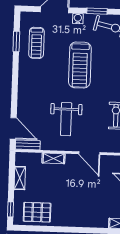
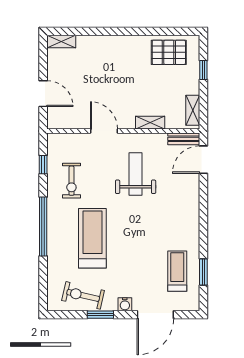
treadmill: (80, 65) -> (92, 238), moved
door: (13, 128) -> (203, 160), hinge flipped
shelving: (20, 178) -> (193, 110), moved
window: (10, 209) -> (203, 70), moved

